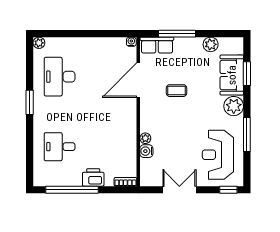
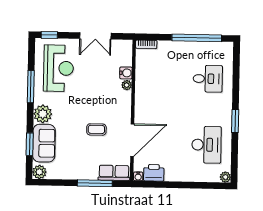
plant: (211, 44) -> (39, 172), moved
printer: (93, 177) -> (154, 173), moved, turned 180

